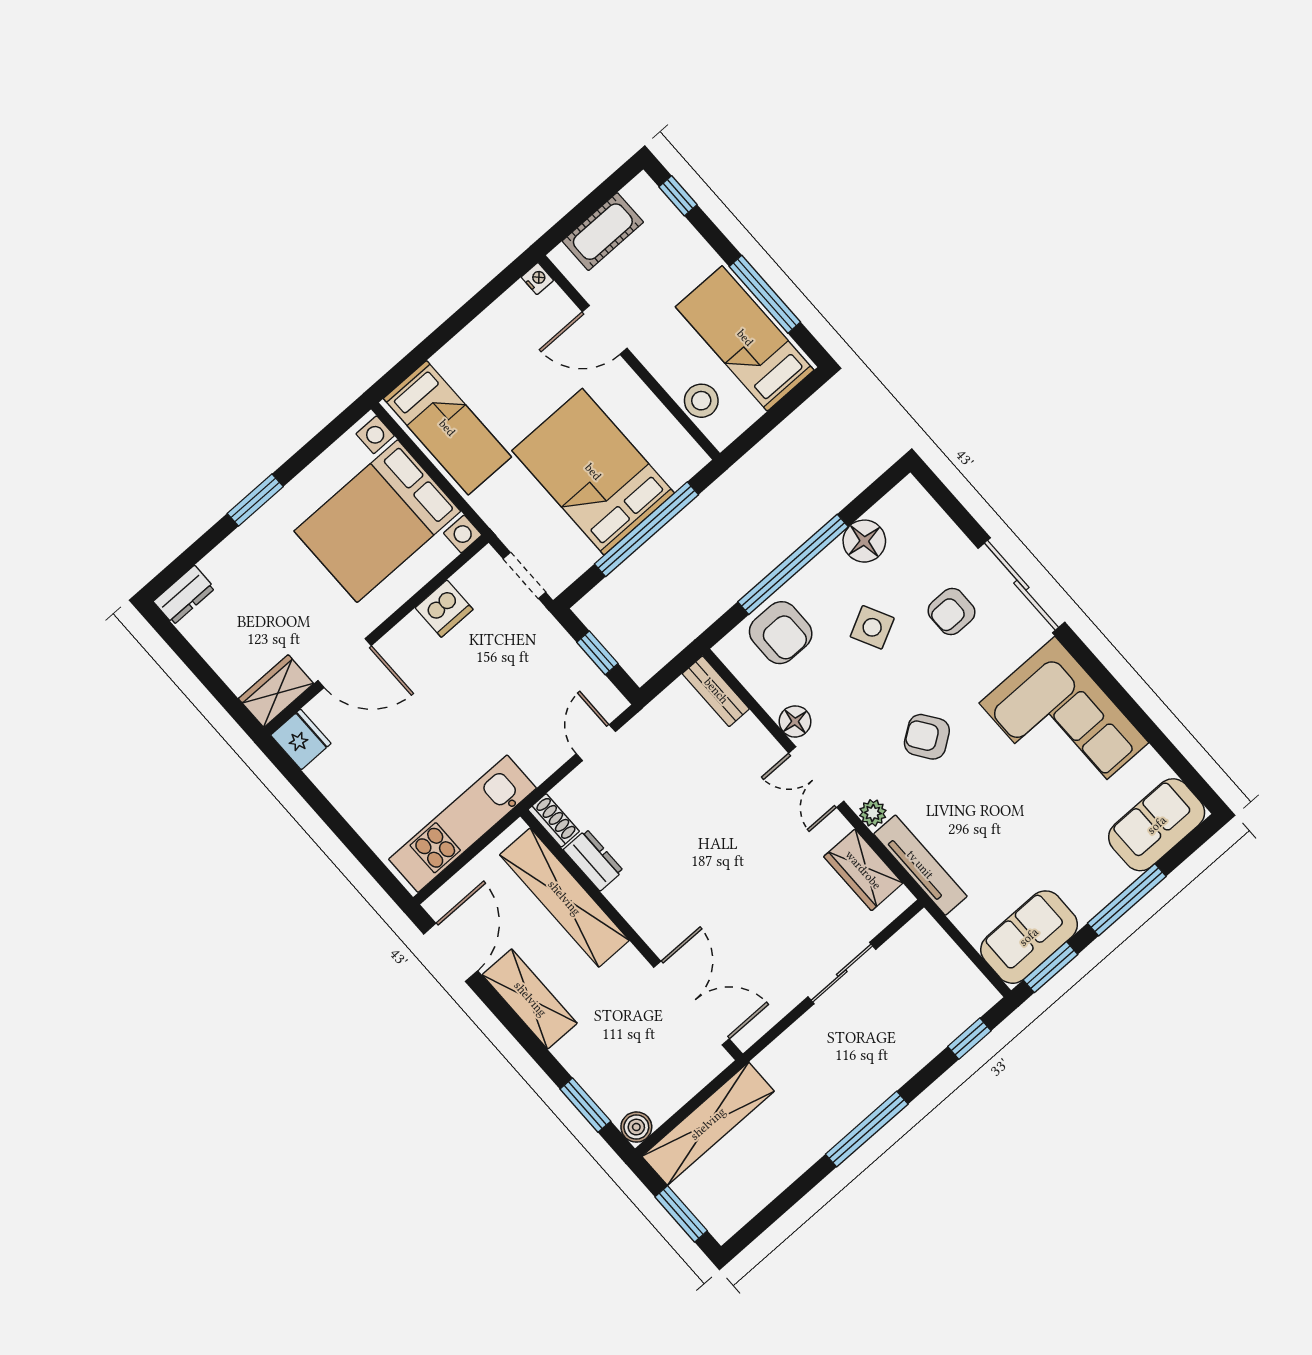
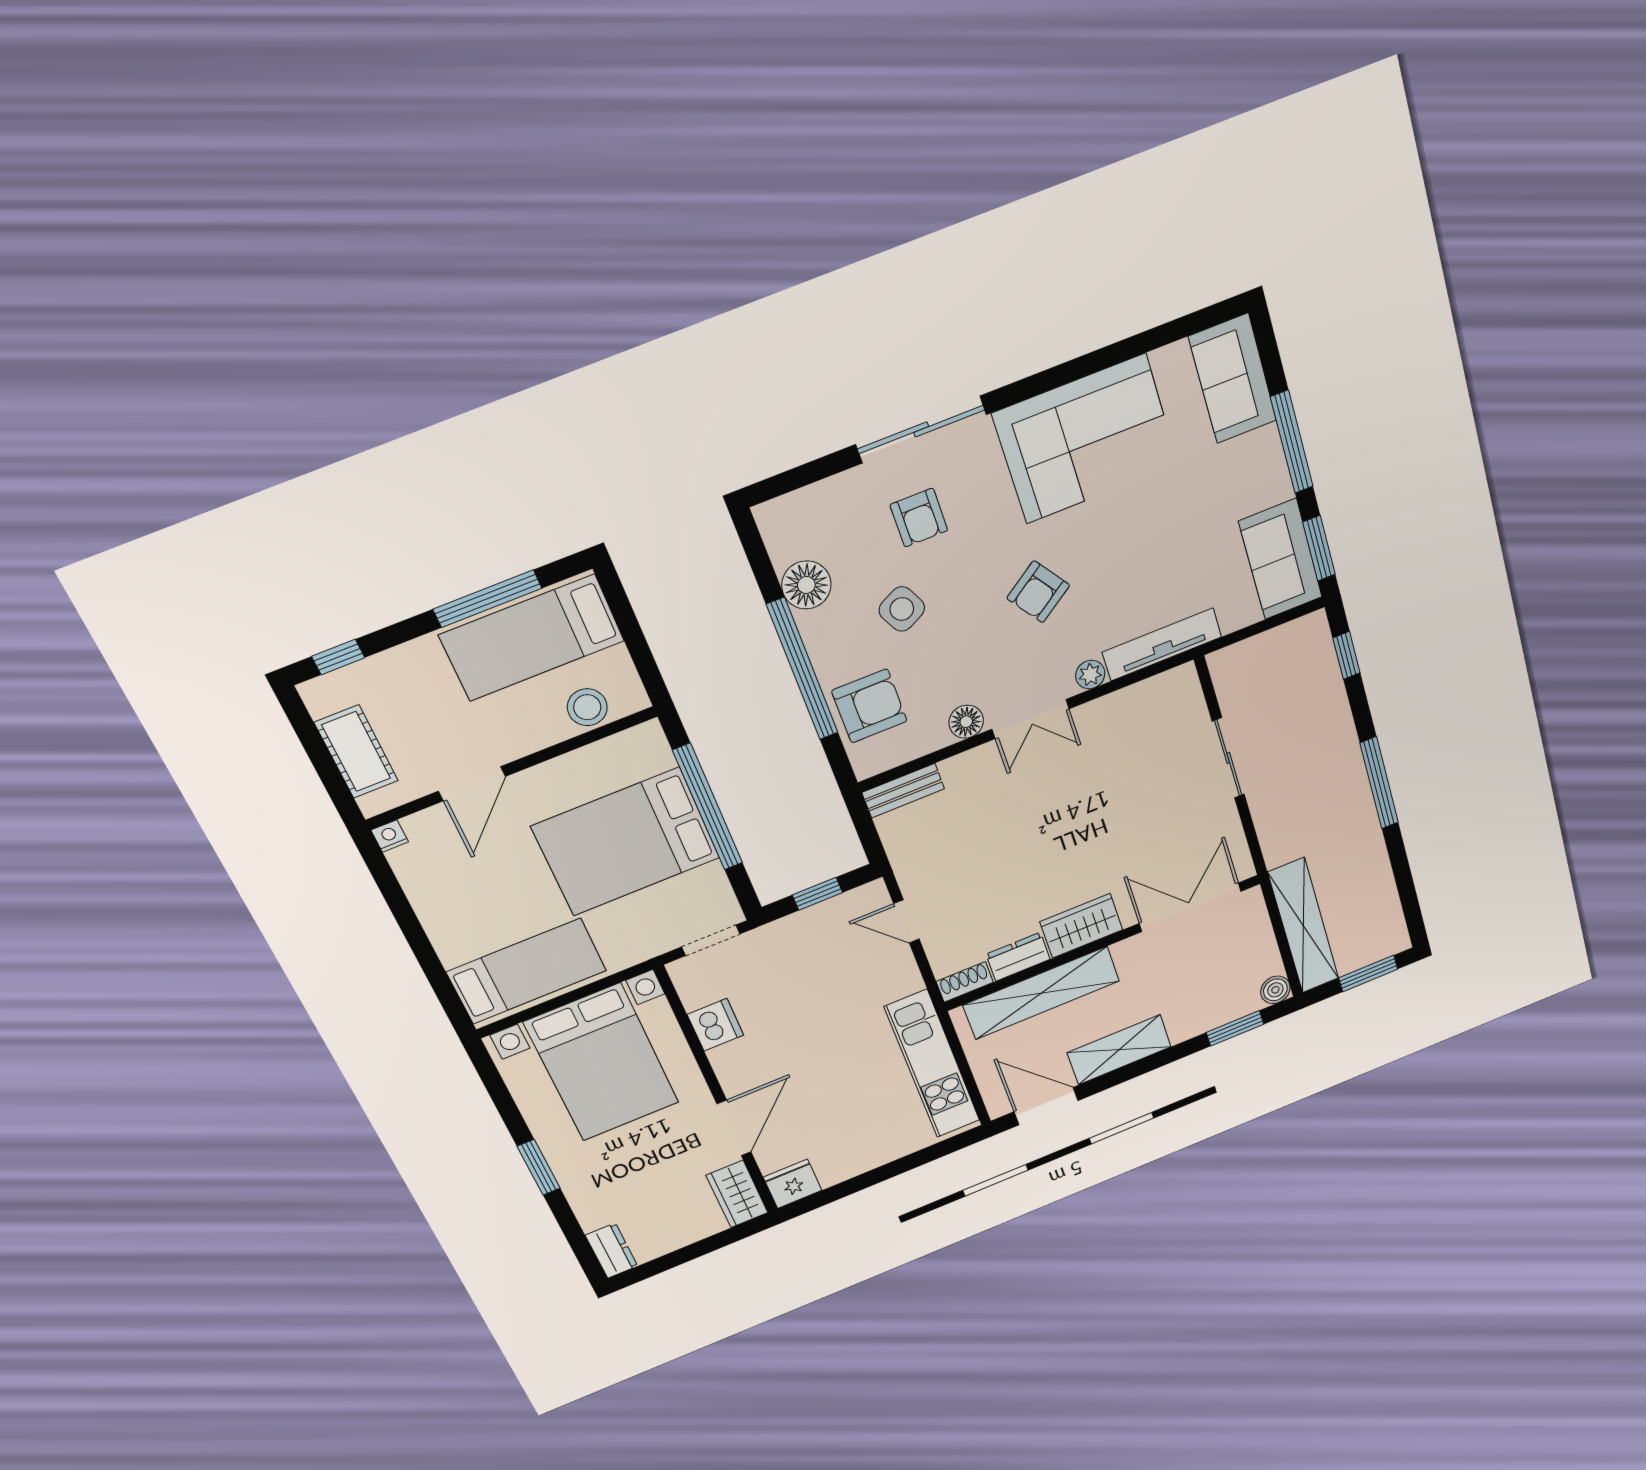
wardrobe: (863, 870) -> (1081, 926), moved, turned 180

